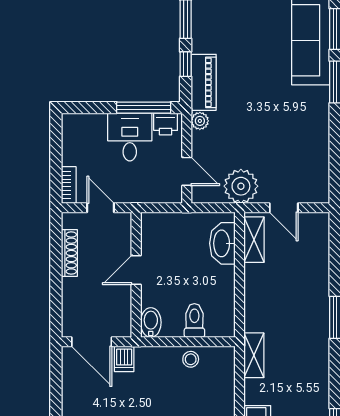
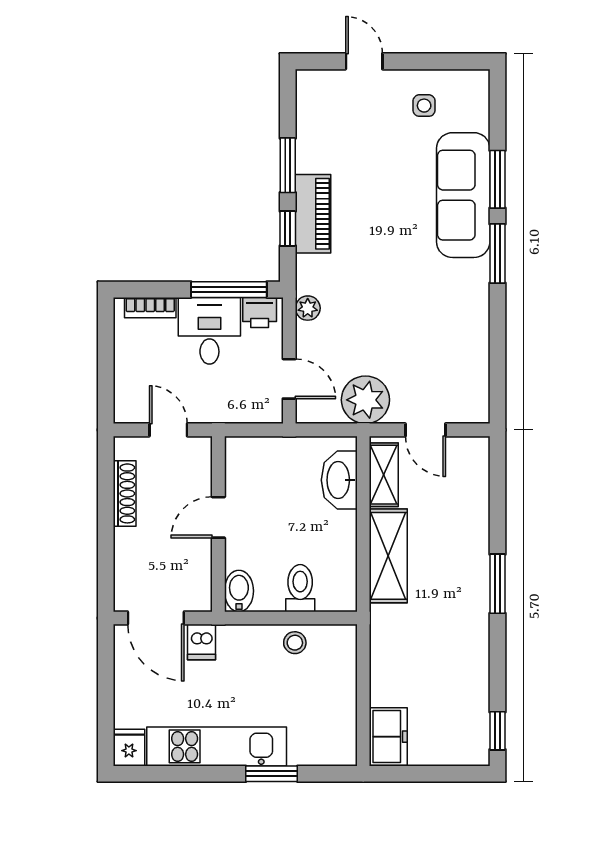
piano: (204, 82) -> (313, 214), moved
bookcase: (69, 185) -> (150, 308), moved, turned 90
shelving: (254, 355) -> (388, 556), moved, width x1.50, depth x1.33

